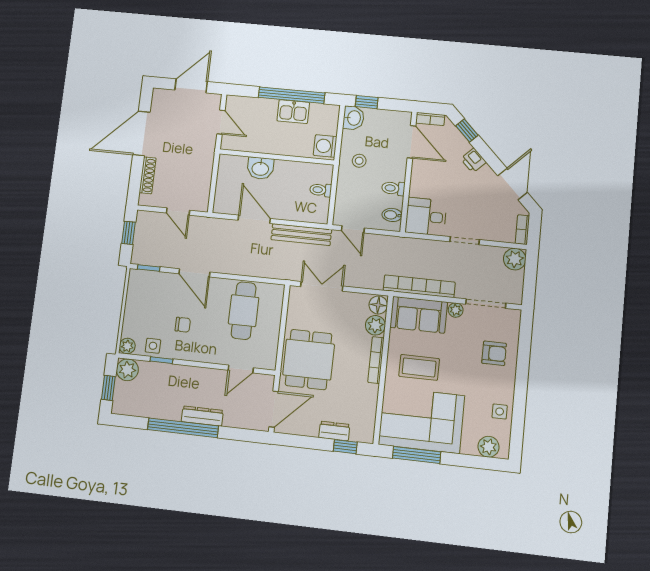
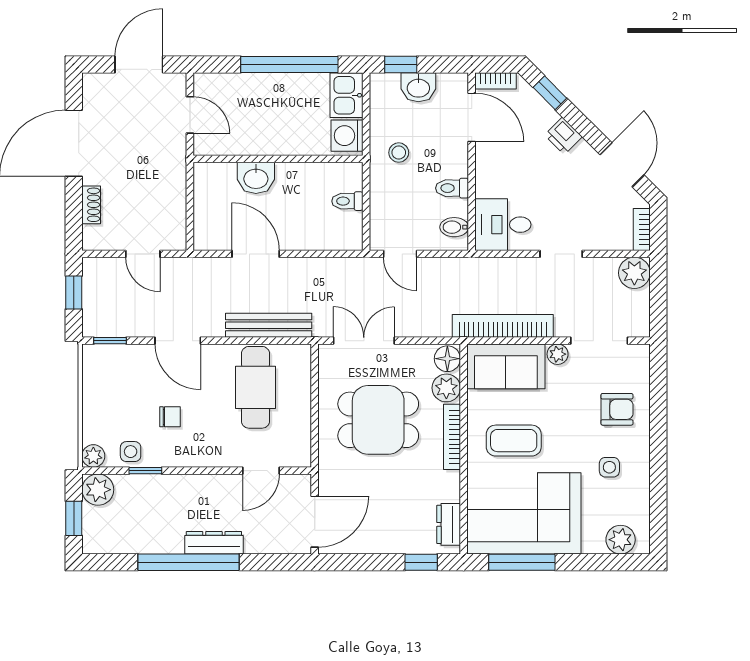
kitchen sink: (293, 112) -> (346, 95), moved, turned 90
washbasin: (353, 118) -> (418, 87), moved, turned 90
shoe rack: (148, 175) -> (91, 205), width x0.70
bench: (301, 235) -> (269, 325), moved
dining table: (309, 360) -> (378, 420), moved, turned 90
side table: (500, 411) -> (609, 467), moved
dresser: (334, 431) -> (449, 524), moved, turned -90

